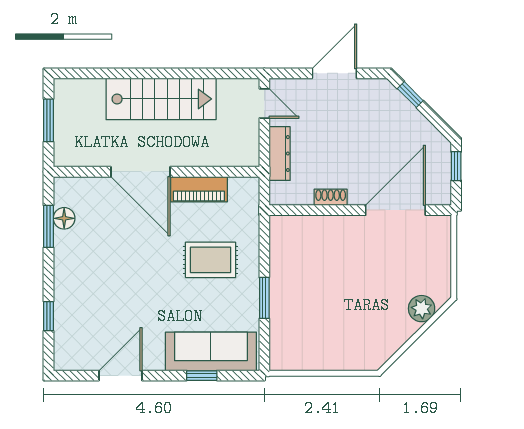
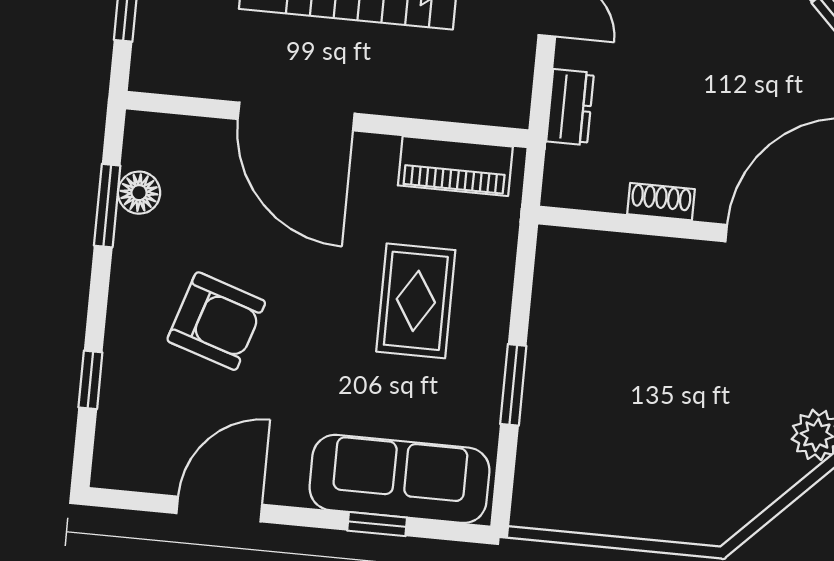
dresser: (280, 154) -> (570, 107), width x0.70
piano: (199, 189) -> (455, 166), moved
rug: (211, 260) -> (416, 301), turned 90
armchair: (110, 280) -> (216, 321), added

